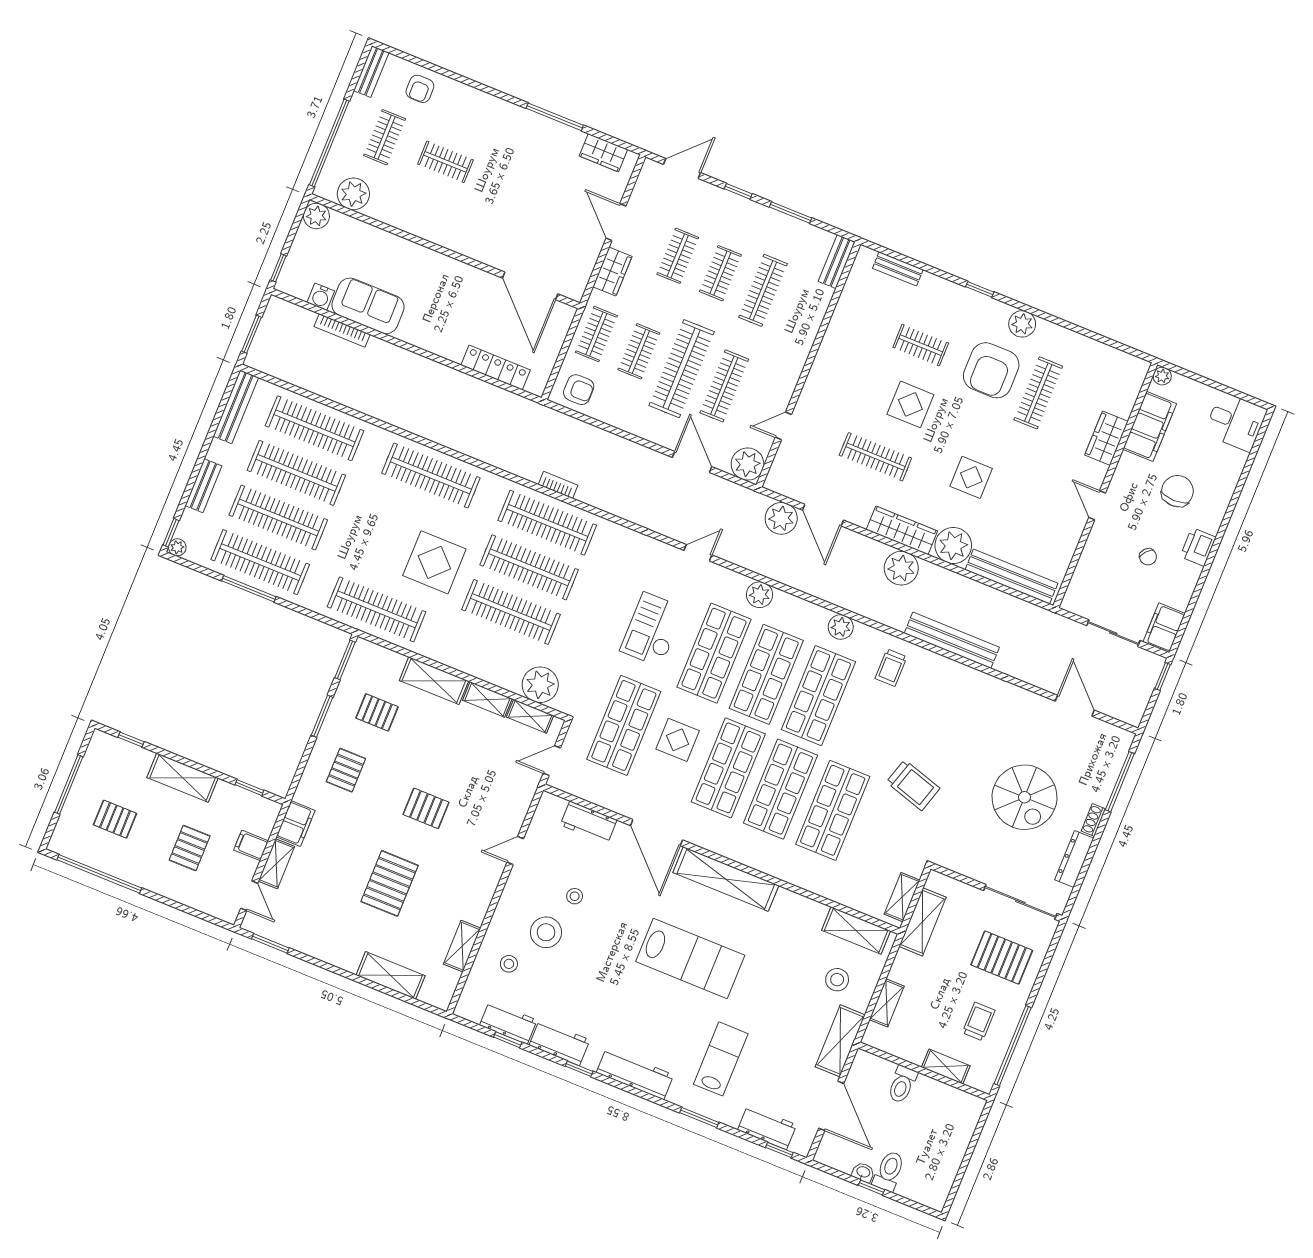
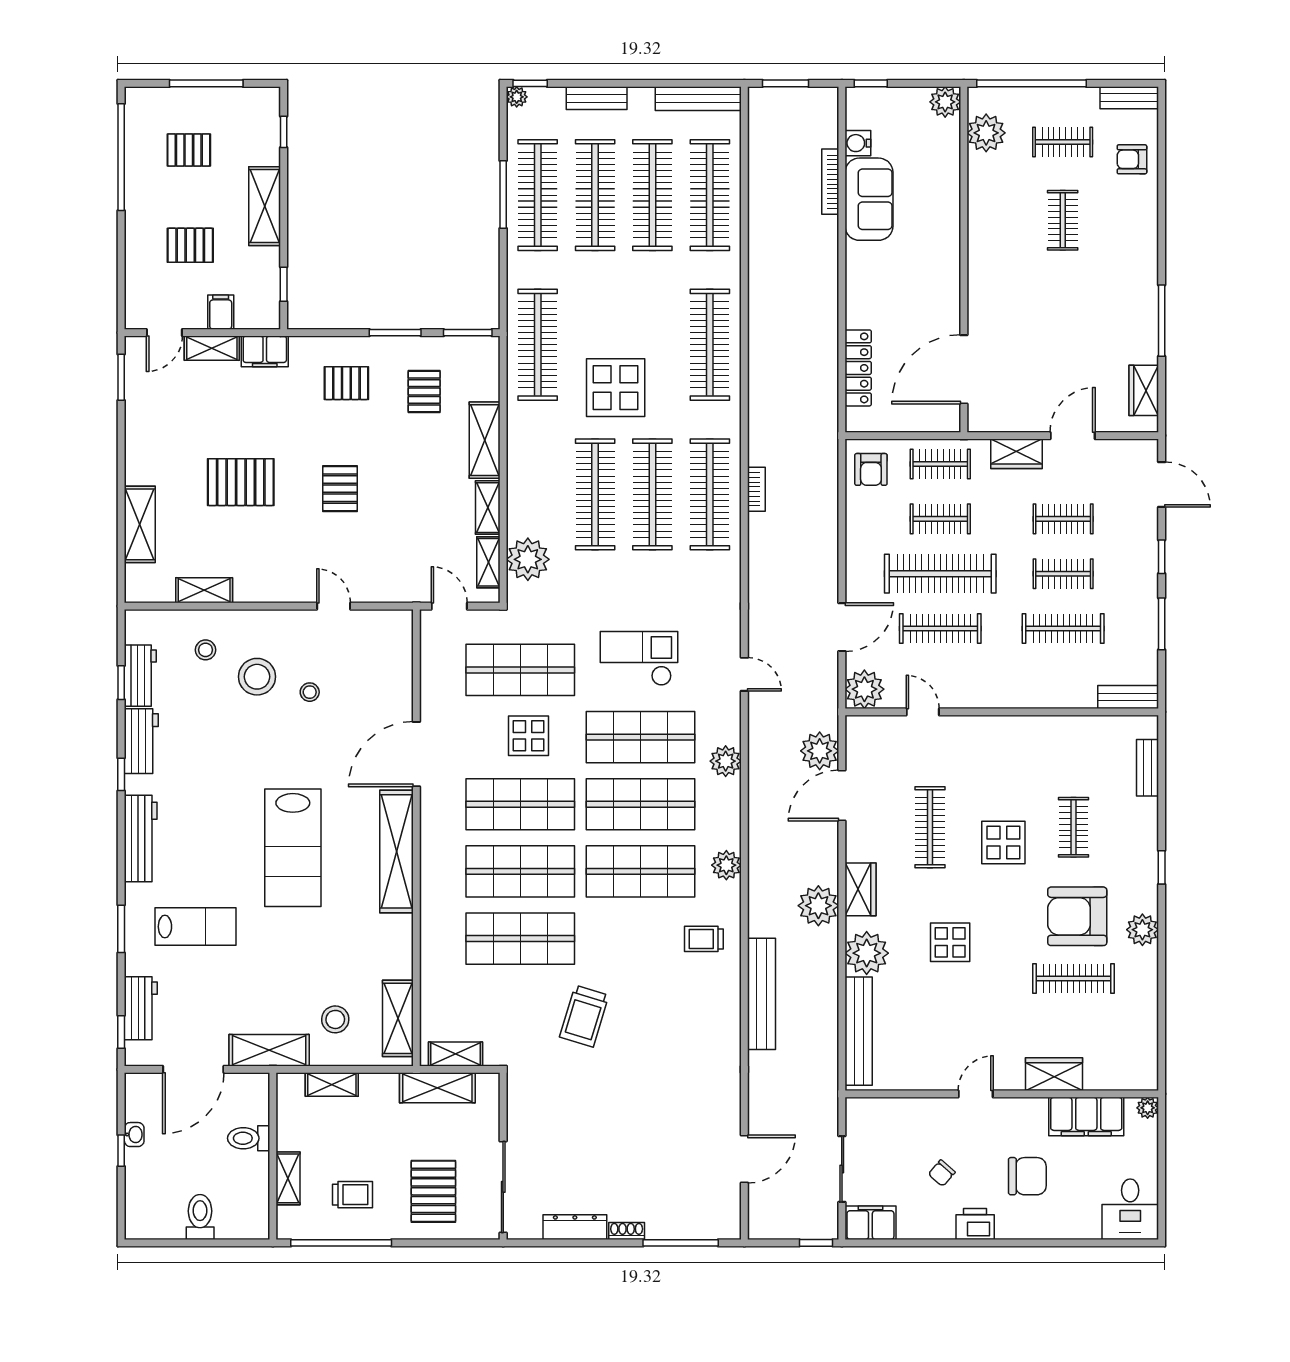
wardrobe: (902, 530) -> (860, 889), width x0.67
spiral stairs: (1024, 797) -> (621, 1145), removed
pallet: (115, 819) -> (189, 150), turned 90
workbench: (589, 822) -> (398, 675), removed
toilet: (889, 1171) -> (200, 1217), moved, turned -90

